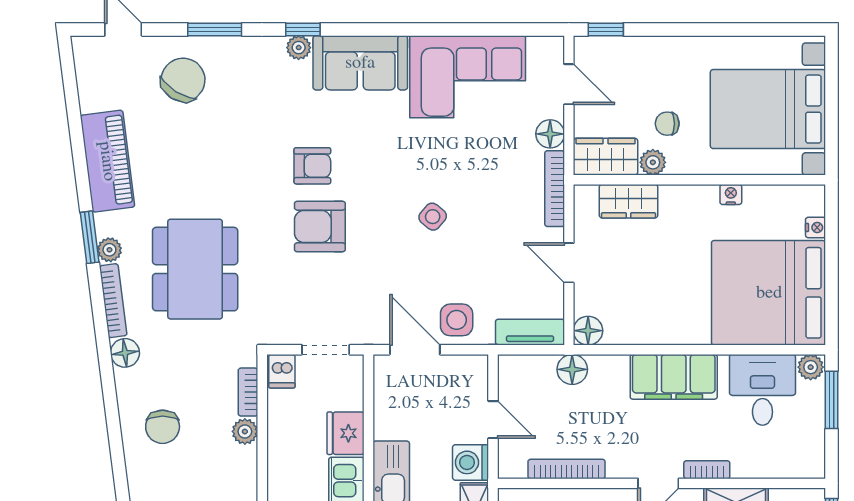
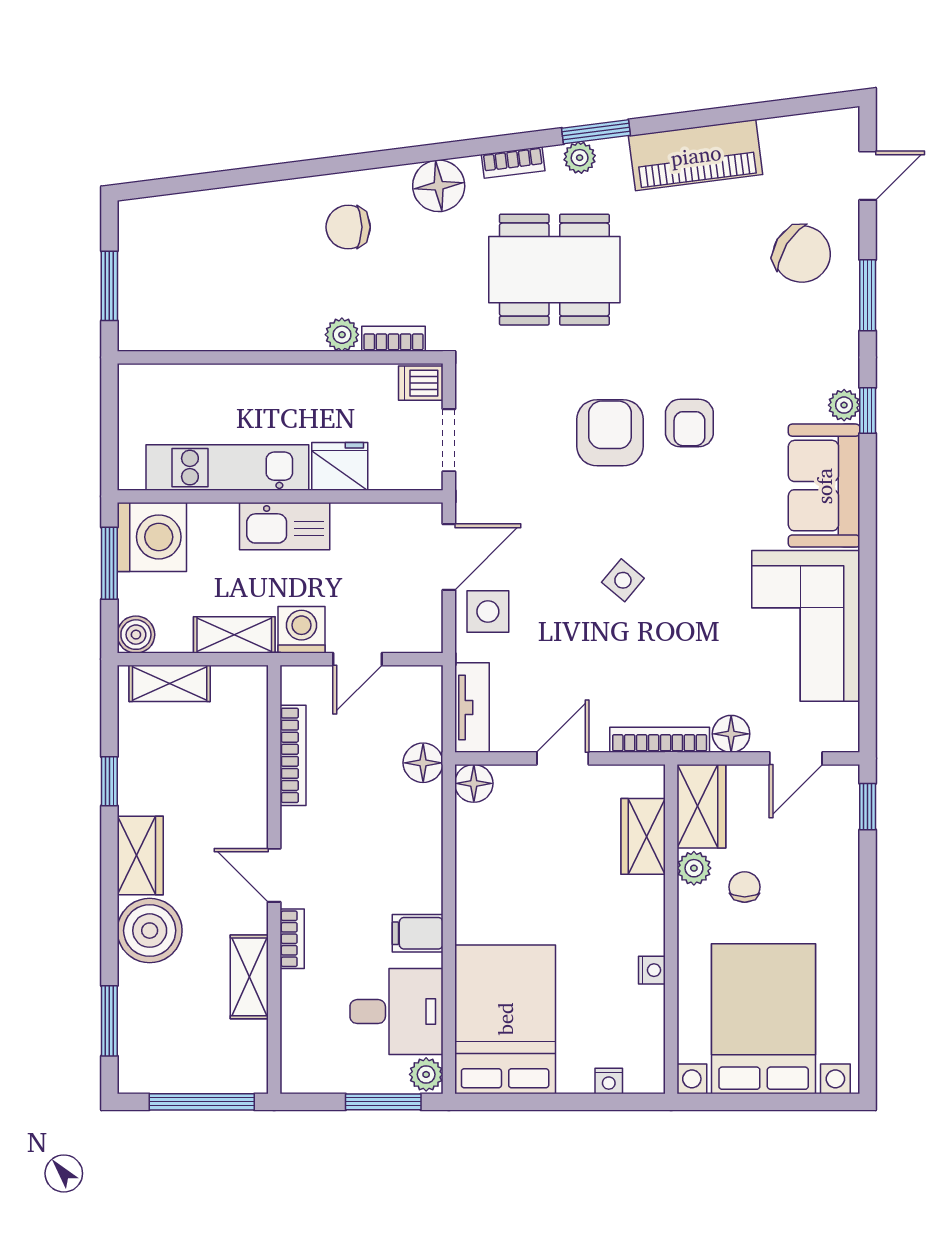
bed: (769, 293) -> (505, 1019), width x0.73
bookcase: (113, 301) -> (513, 163), width x0.64
floor lamp: (125, 353) -> (439, 186), width x1.38, depth x1.38
filing cabinet: (674, 377) -> (418, 933), width x0.33, depth x0.86

